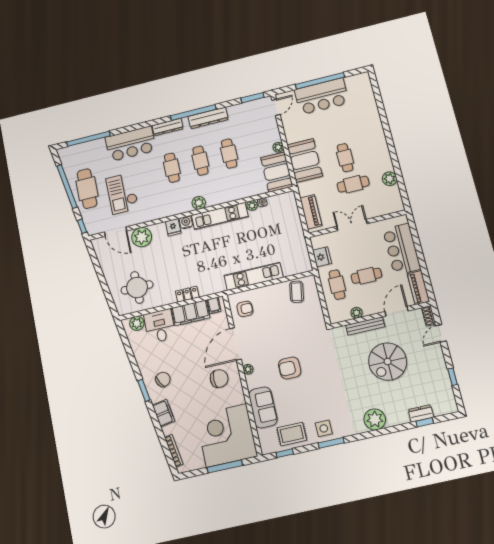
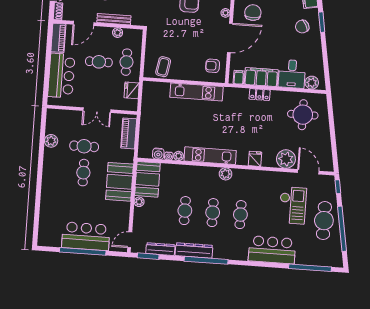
dresser: (168, 127) -> (160, 249), moved
water cooler: (186, 222) -> (158, 154), moved
chair: (219, 379) -> (253, 13), turned 90

